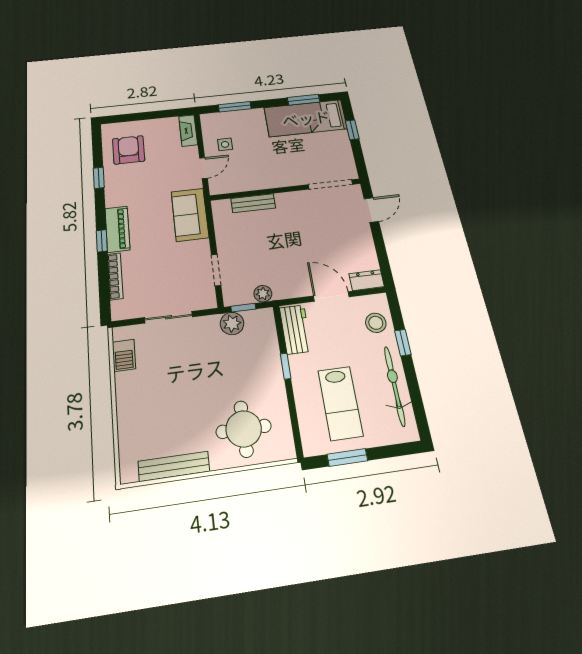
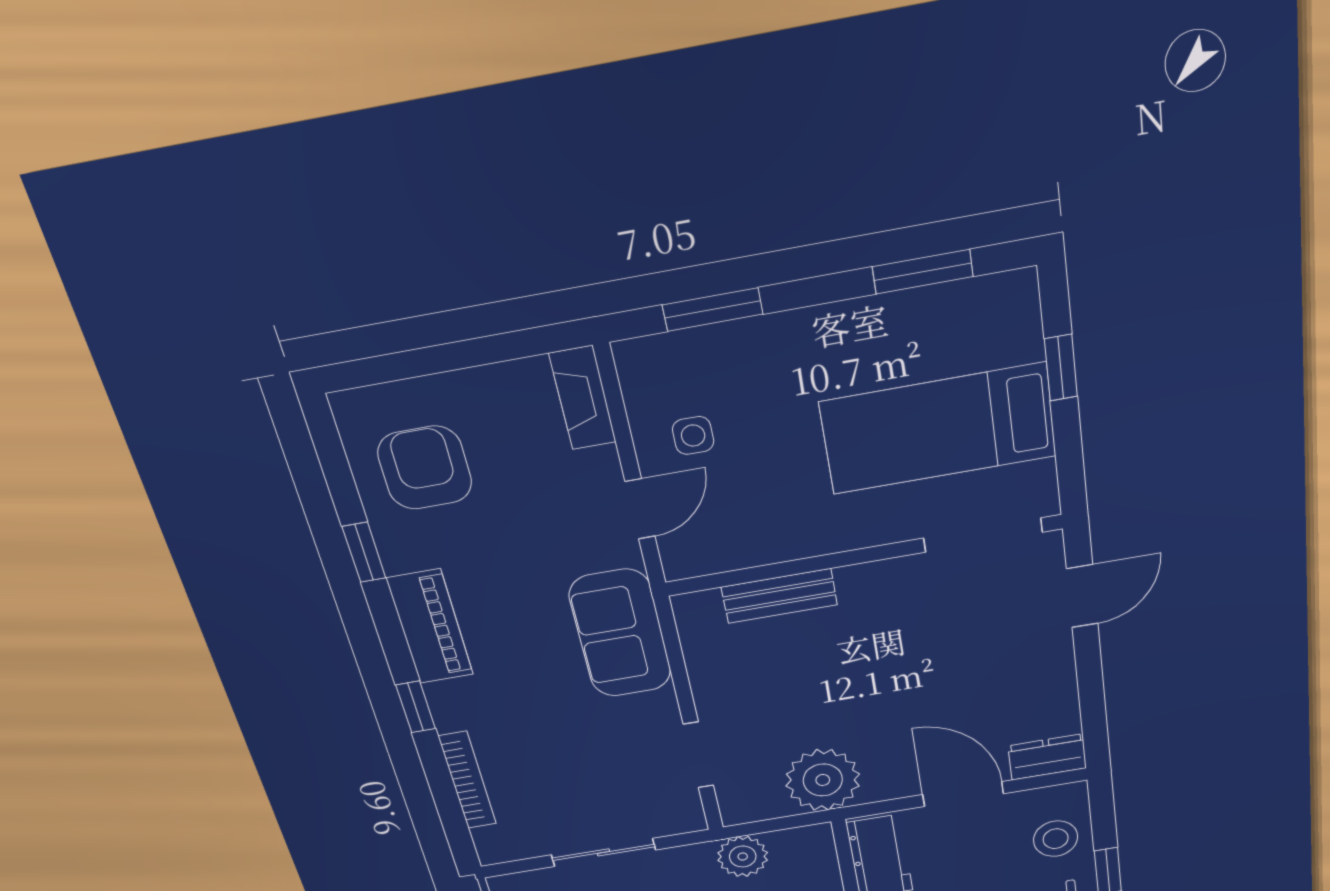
bed: (306, 118) -> (938, 429), moved
piano: (117, 229) -> (430, 627), moved
plant: (263, 294) -> (823, 780), width x1.87, depth x1.87
window: (243, 308) -> (766, 826), removed

